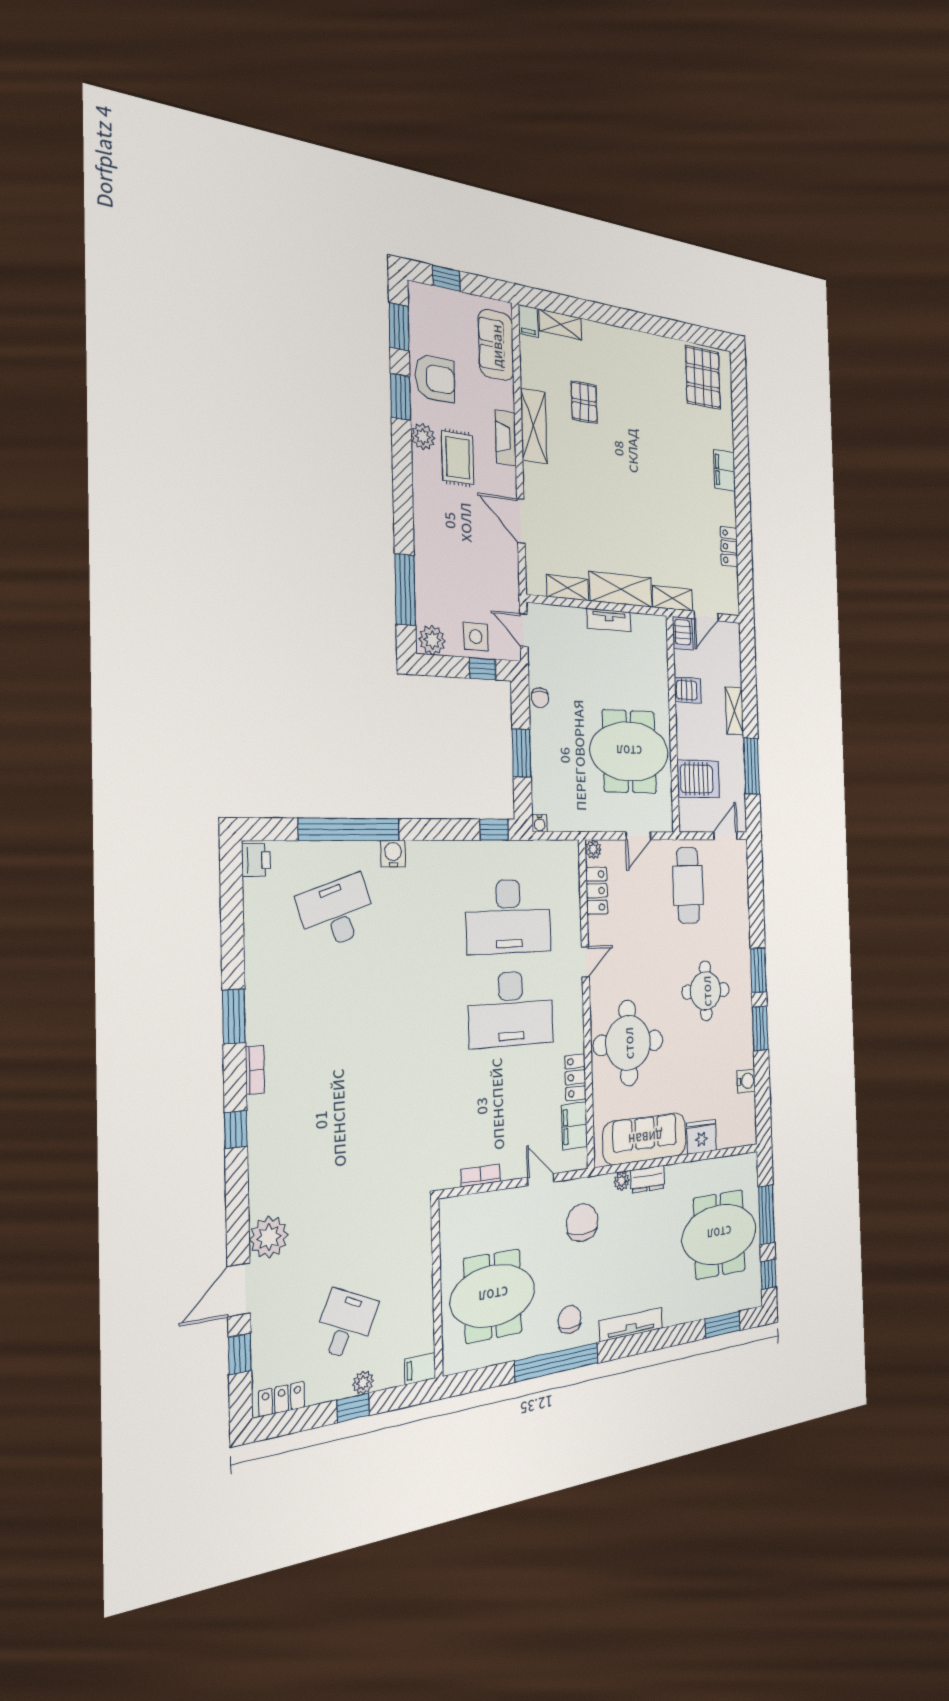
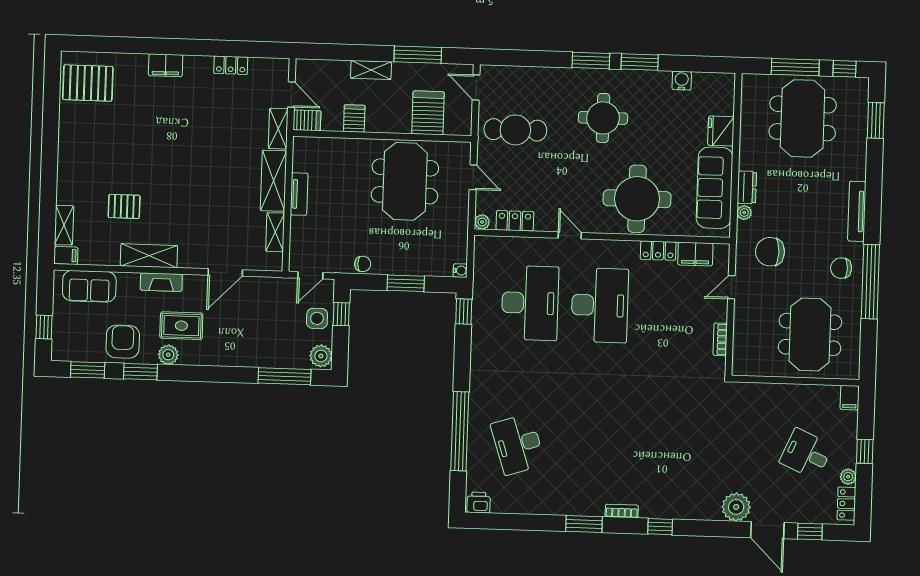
water cooler: (393, 854) -> (478, 398), removed
plant: (363, 1383) -> (848, 477), moved

